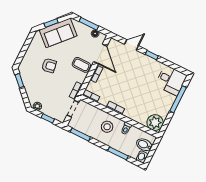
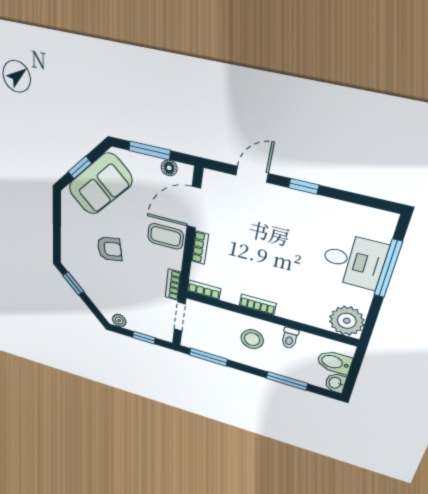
door: (100, 54) -> (194, 207), swing flipped
desk: (171, 80) -> (354, 261), moved

